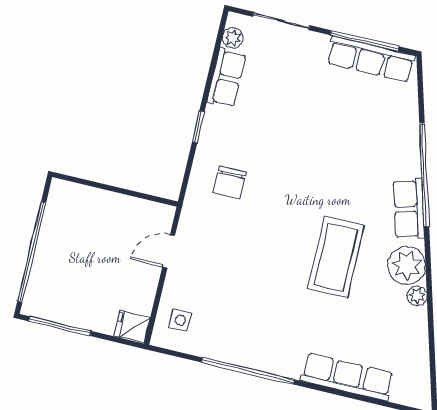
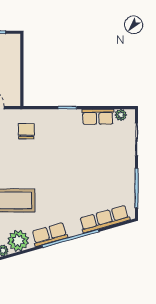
row of seats: (371, 59) -> (105, 219), moved, turned 74
chair: (230, 183) -> (26, 131), moved, turned 90

